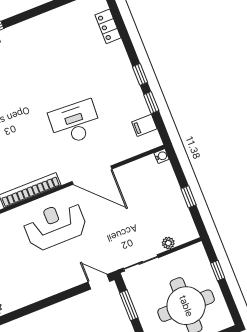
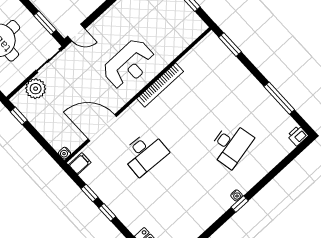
filing cabinet: (144, 125) -> (80, 164), moved
door: (92, 175) -> (102, 128), moved
window: (188, 197) -> (19, 116), moved
plant: (168, 243) -> (36, 89), width x1.87, depth x1.87

